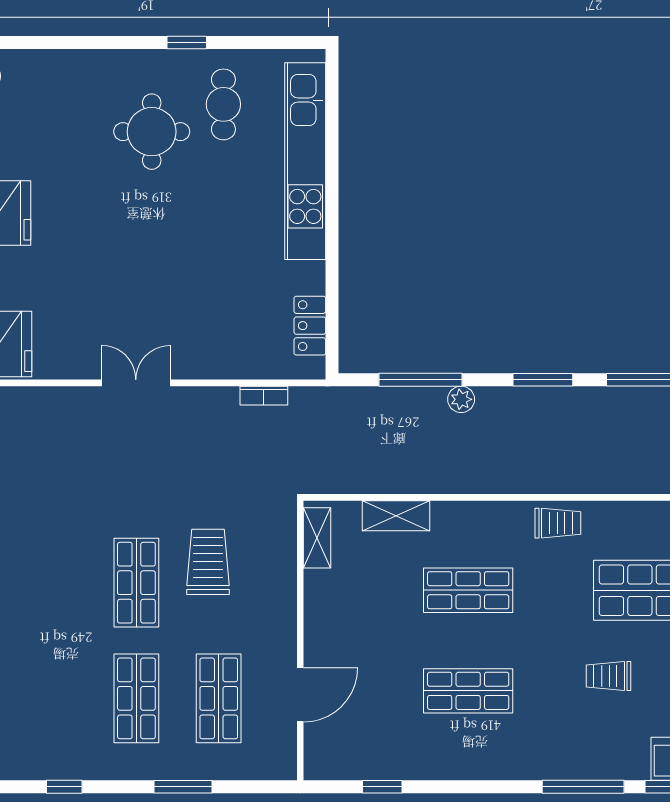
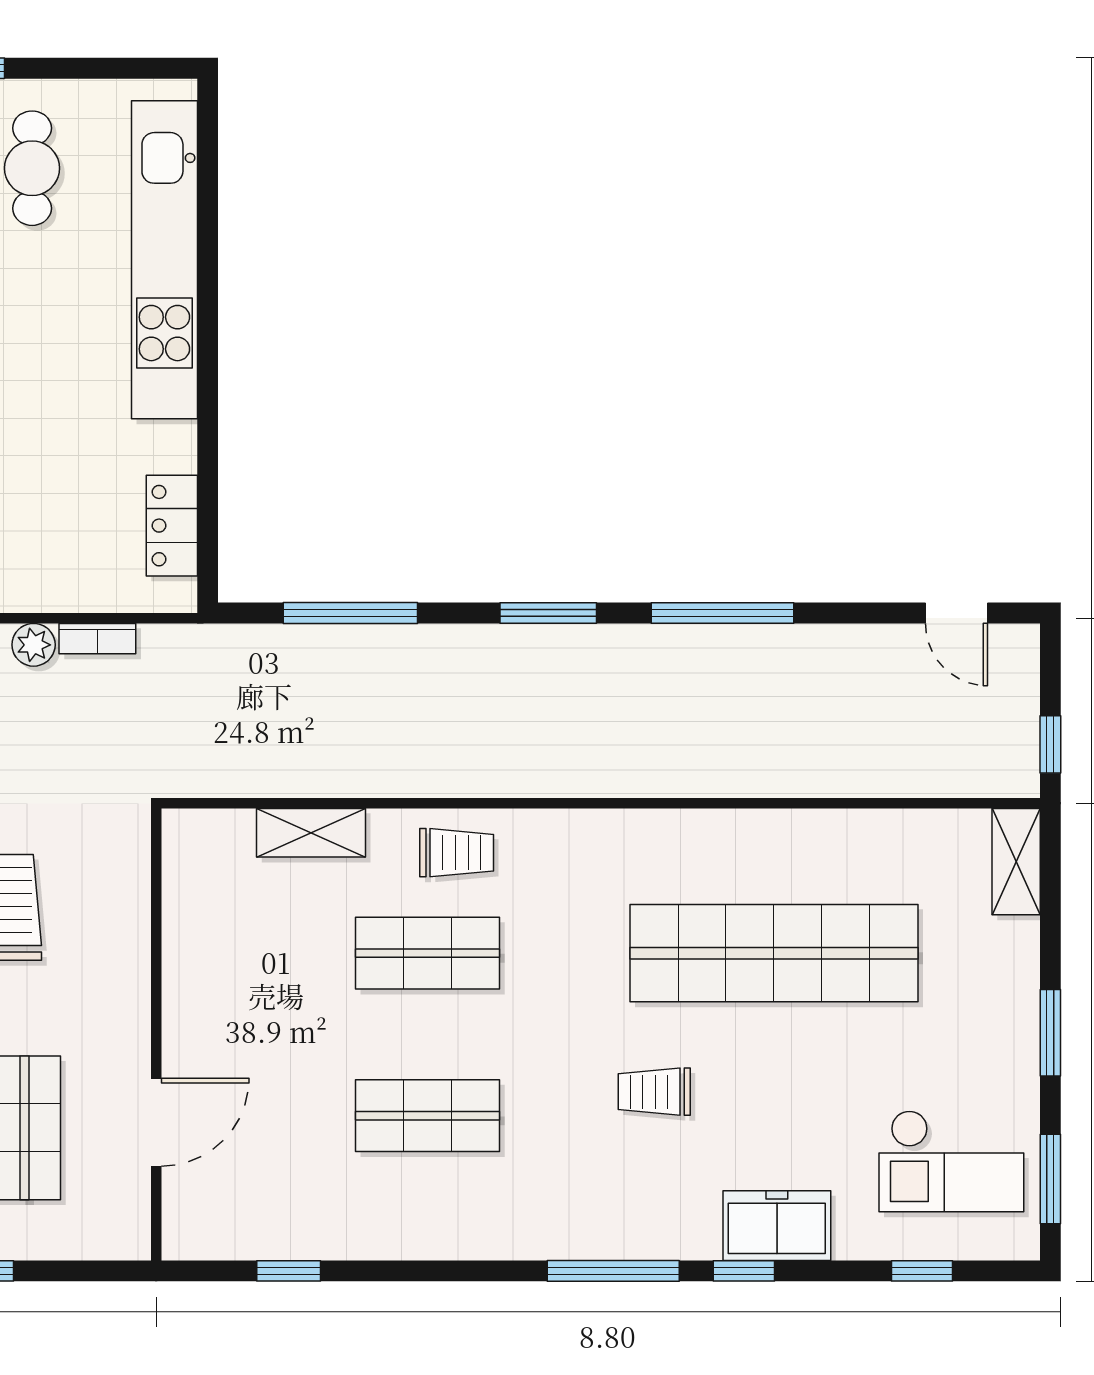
plant: (461, 399) -> (34, 645), moved
trolley: (558, 523) -> (457, 853), moved
shelving: (317, 538) -> (183, 869), removed

